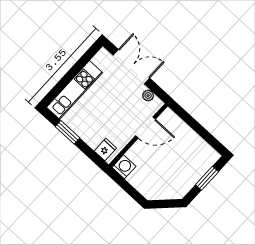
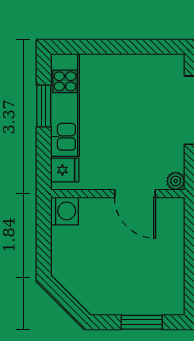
kitchen unit: (75, 90) -> (65, 105), moved, turned -90
plant: (148, 96) -> (176, 181), moved

